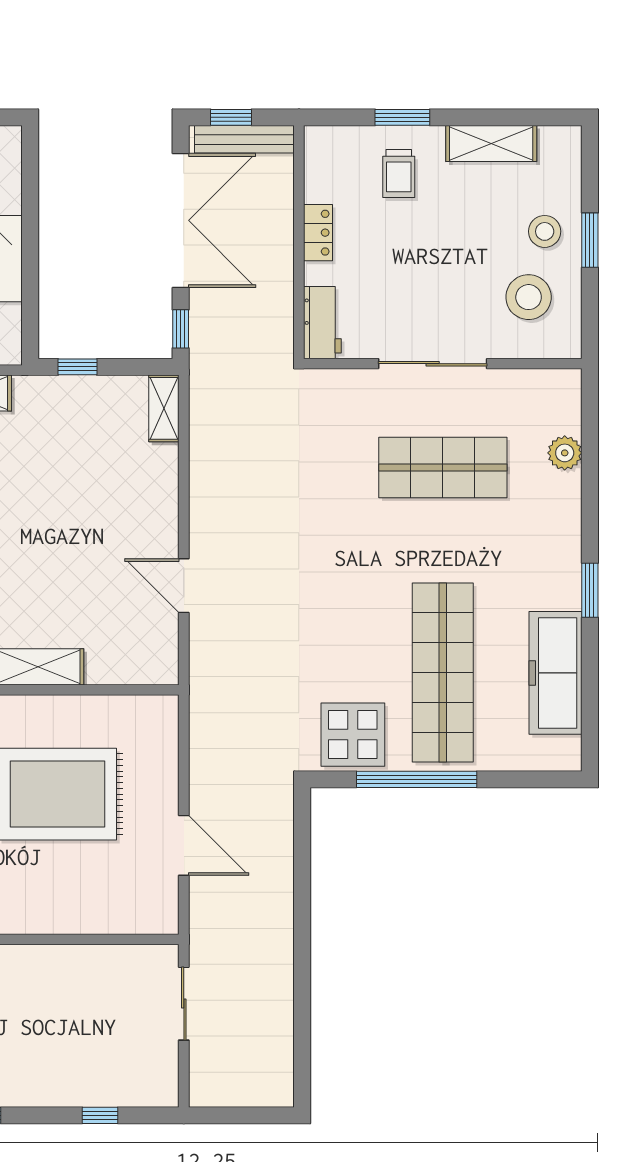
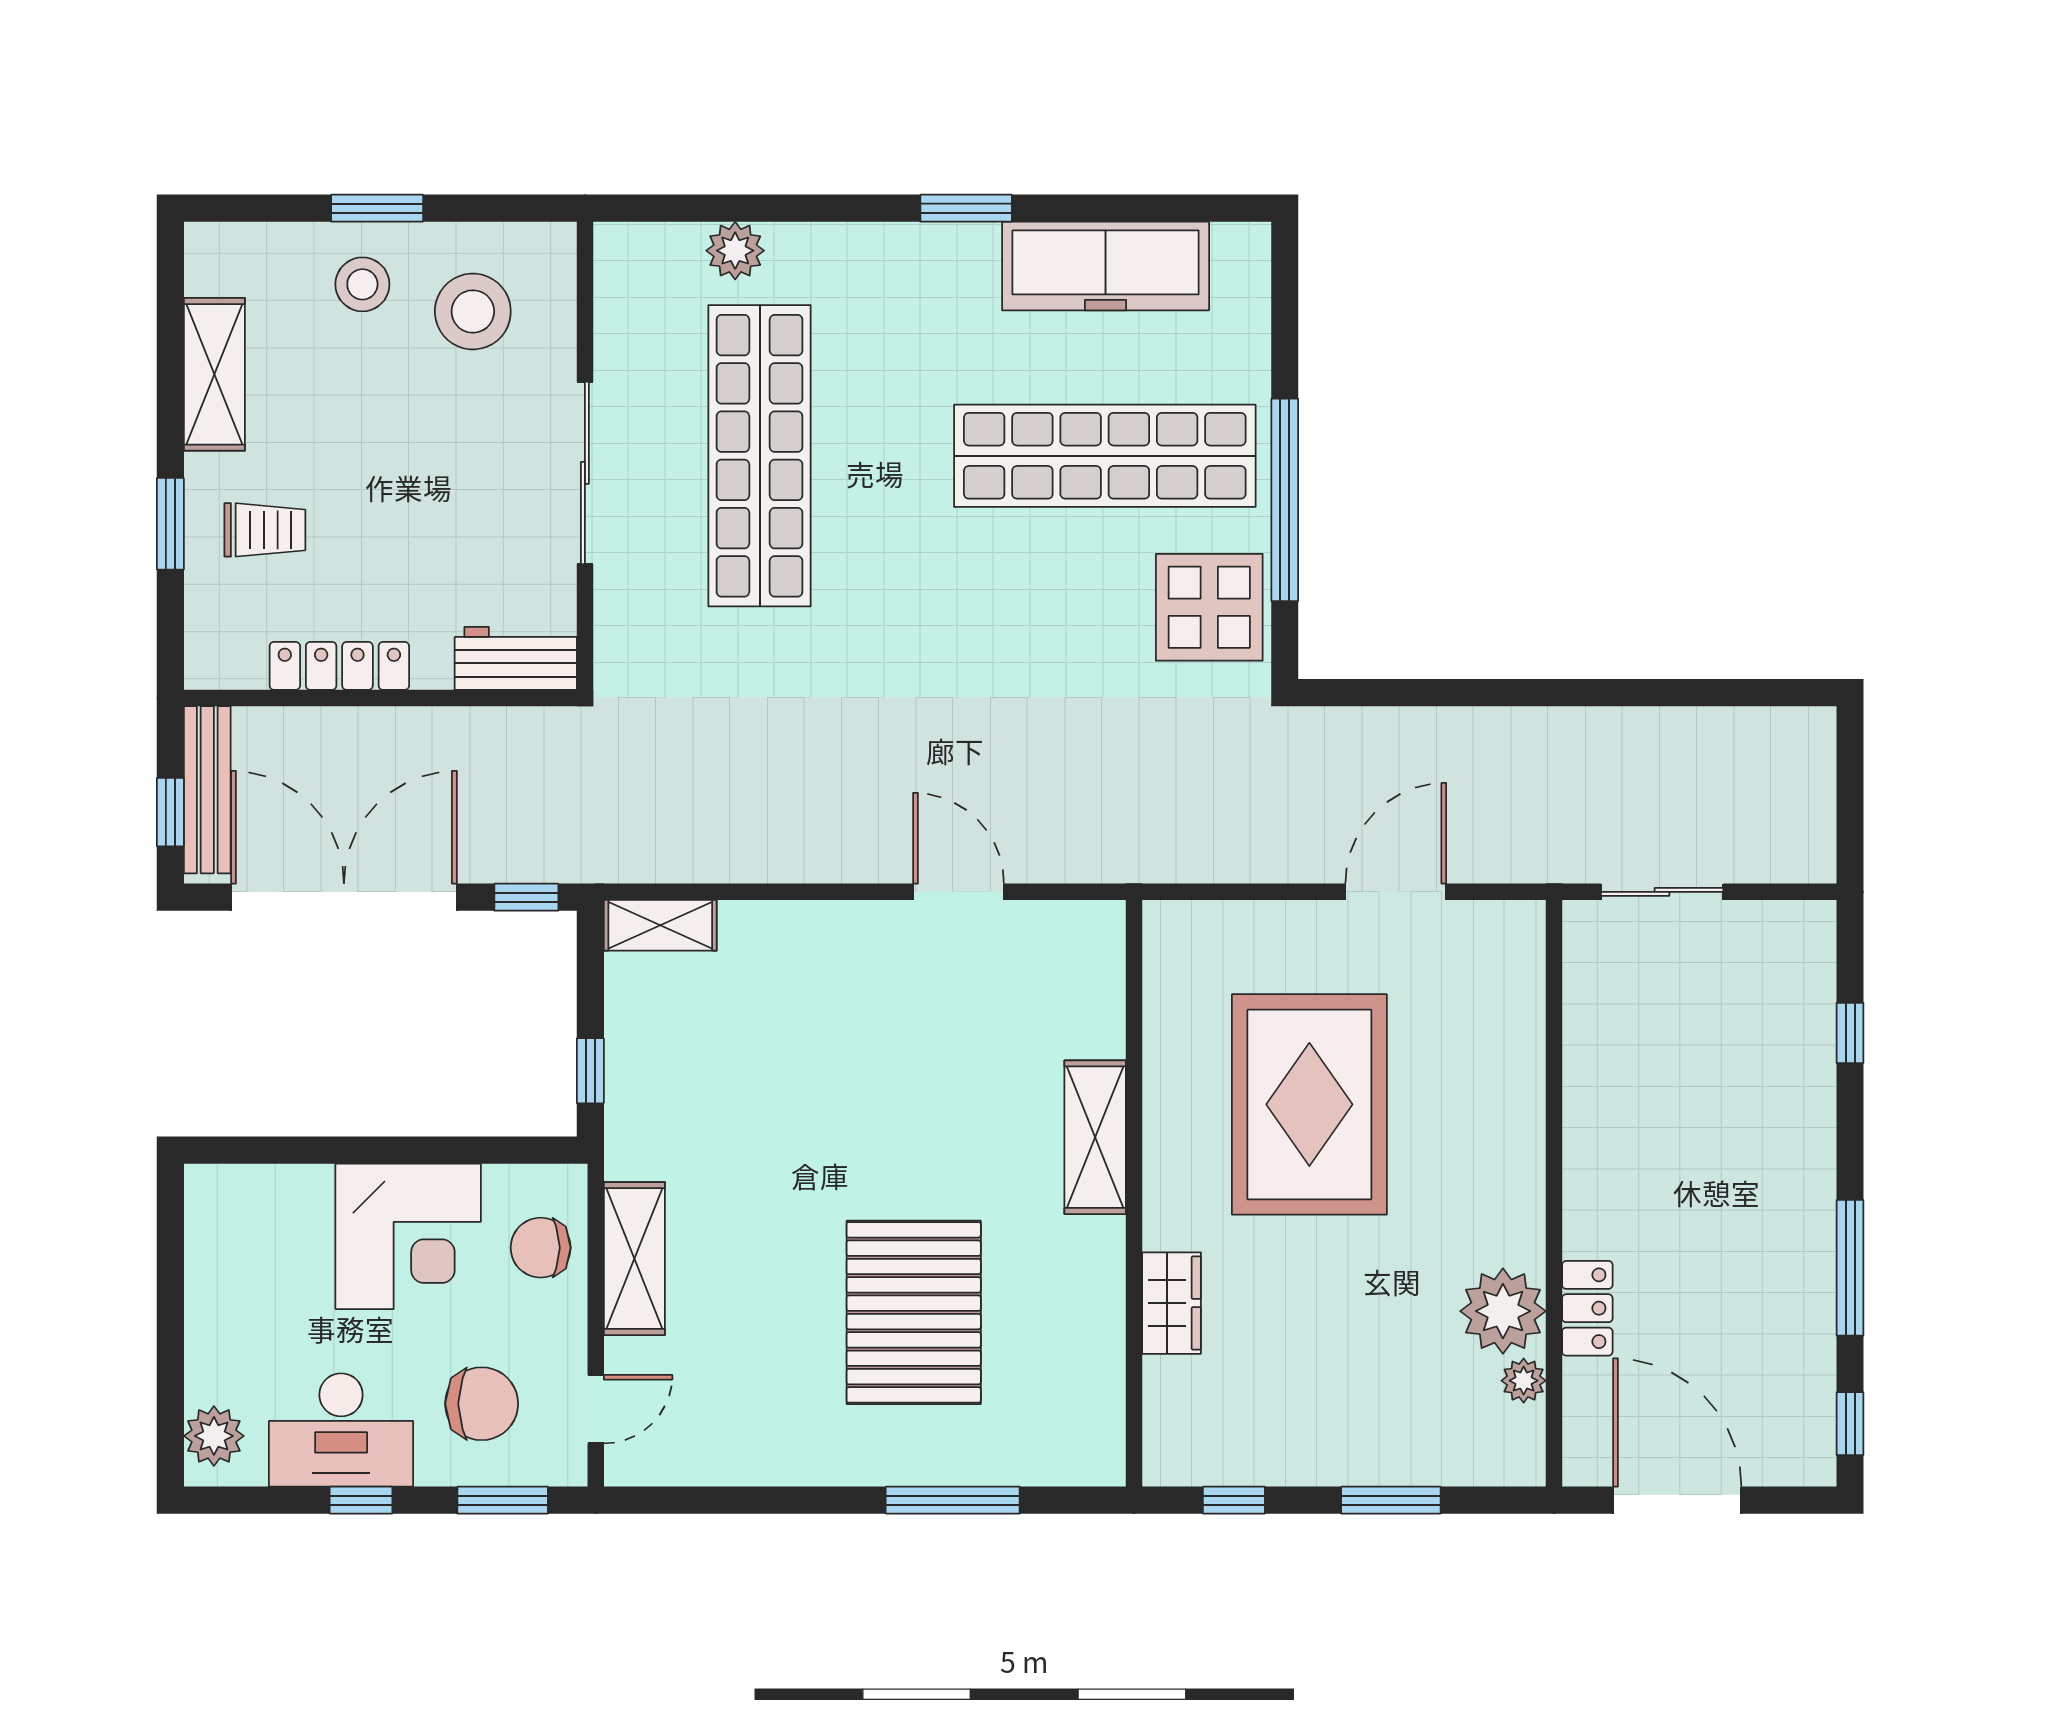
locker: (318, 233) -> (339, 666), width x1.53
shop shelf: (443, 467) -> (760, 456), width x1.40
door: (184, 586) -> (959, 892), swing flipped

